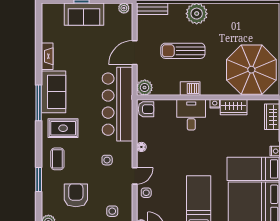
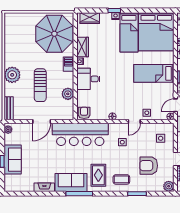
door: (135, 53) -> (42, 121), hinge flipped
plant: (145, 88) -> (68, 94), moved
barbecue: (190, 88) -> (69, 64), moved
door: (135, 176) -> (134, 121), swing flipped

